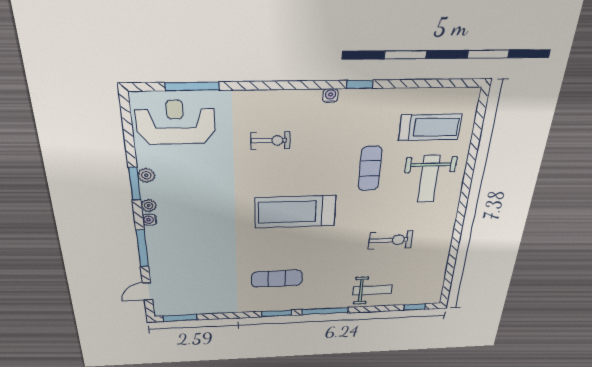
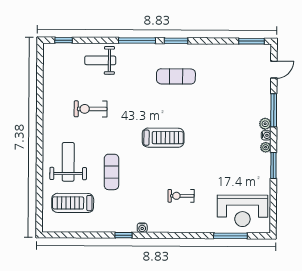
plant: (146, 175) -> (265, 124), moved
treadmill: (295, 212) -> (163, 138), width x0.73, depth x0.73

